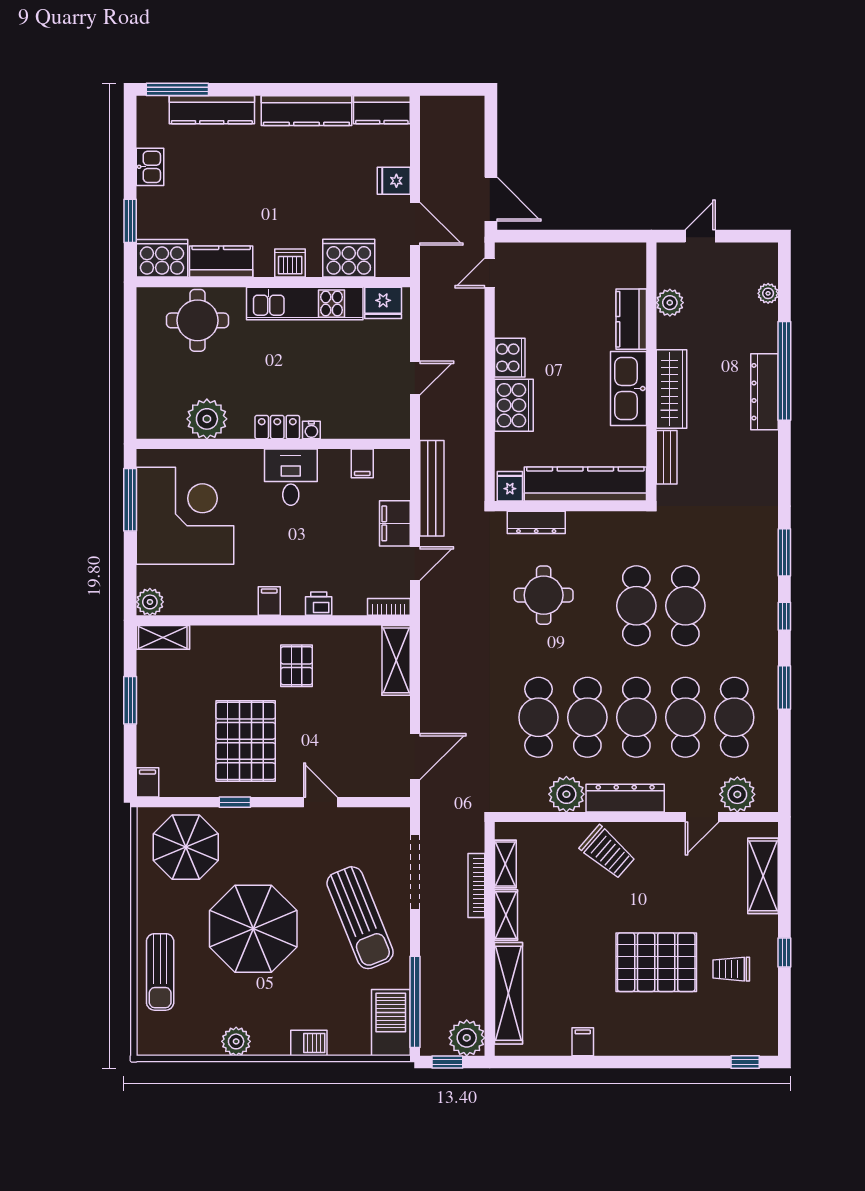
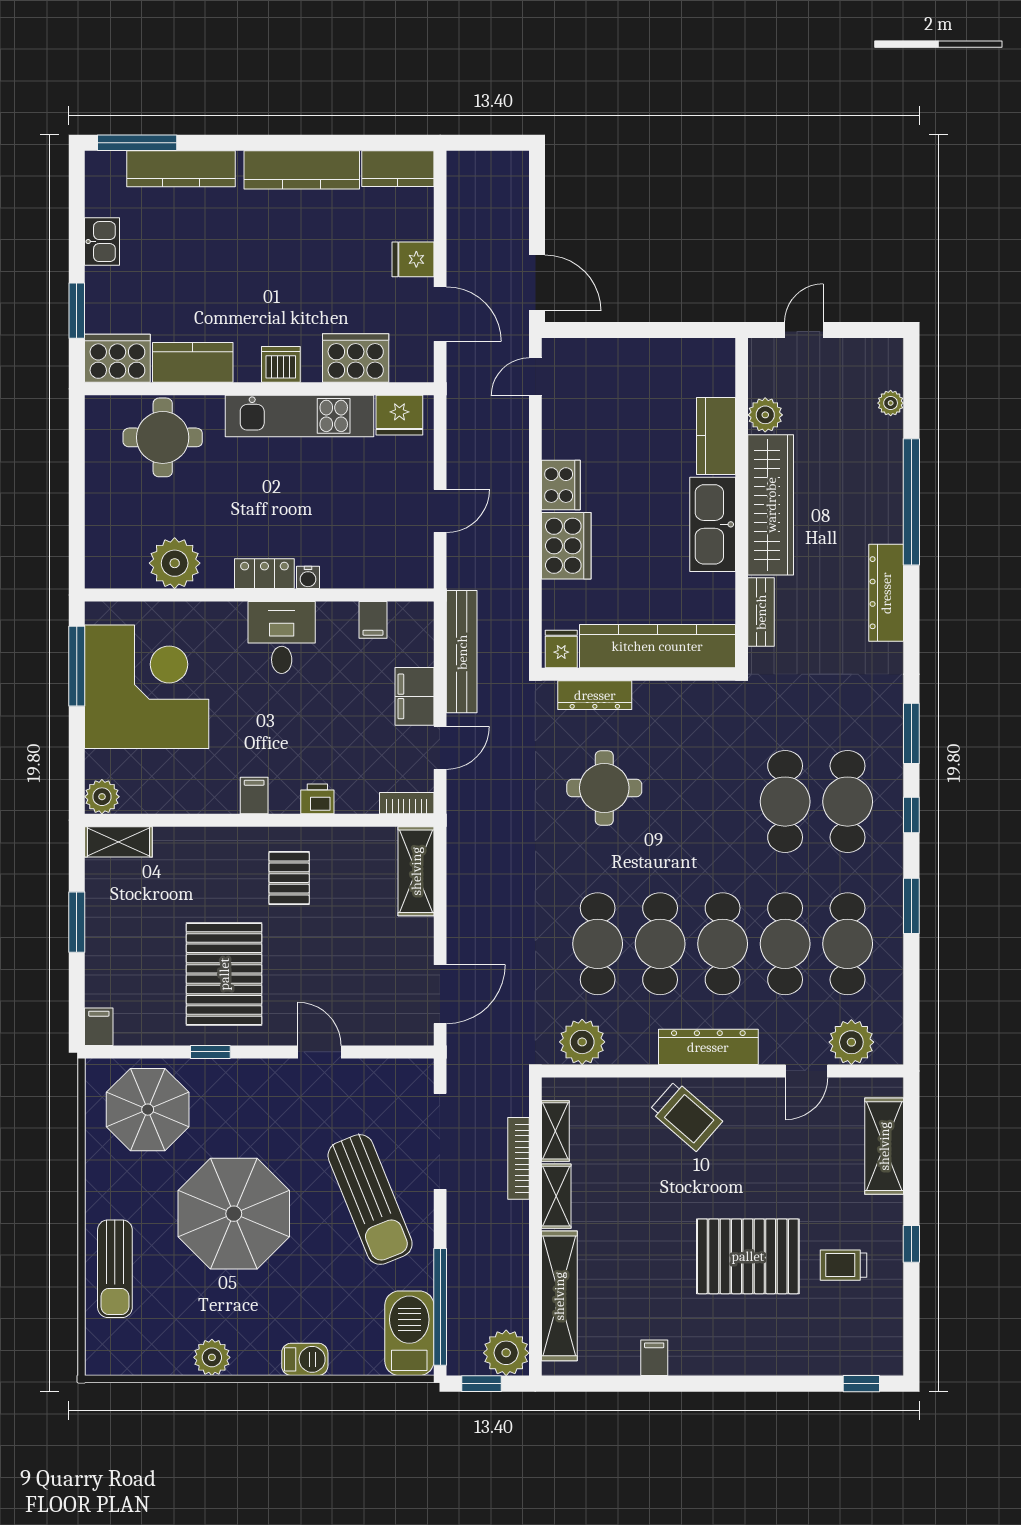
wardrobe: (671, 389) -> (771, 505), width x1.40, depth x1.17
dresser: (765, 392) -> (886, 593), moved
cafe table: (636, 606) -> (848, 802), moved
plant: (566, 794) -> (582, 1042), moved

